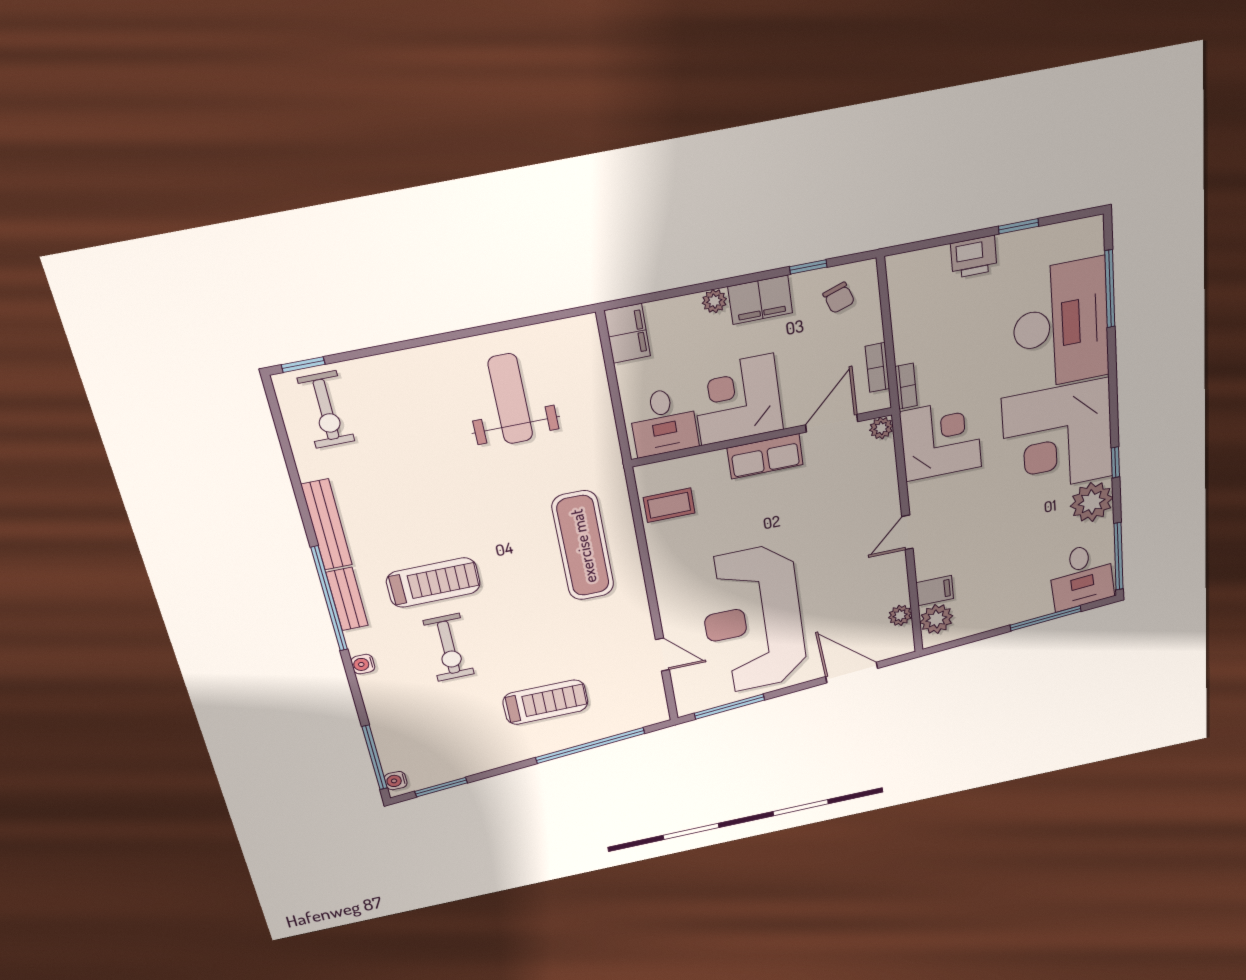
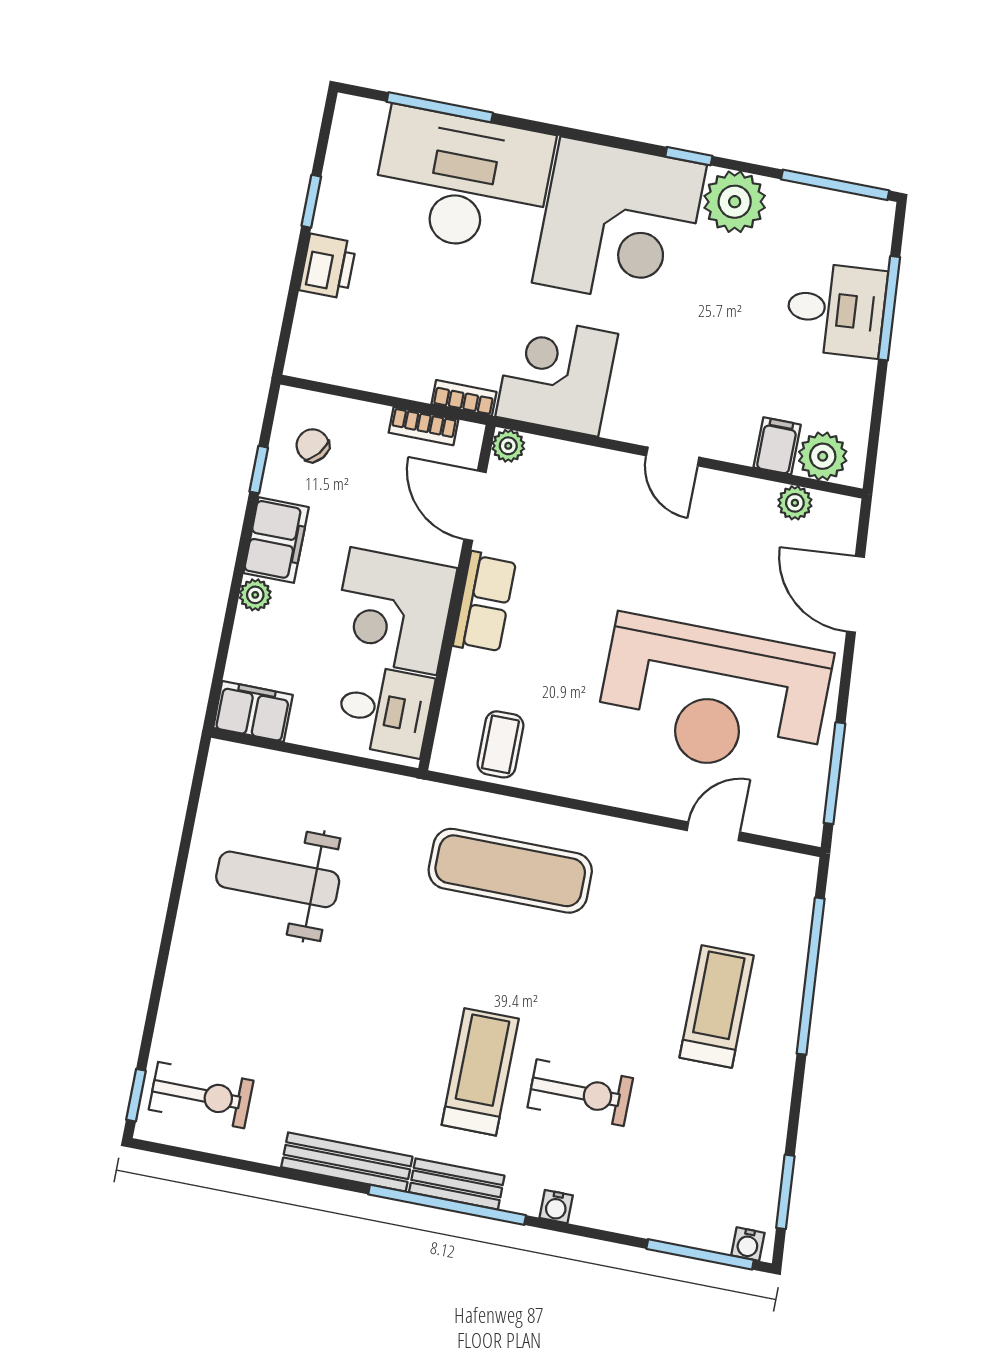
chair: (839, 298) -> (313, 445), turned -122
desk: (1081, 576) -> (836, 310), moved
door: (852, 673) -> (855, 594), hinge flipped

